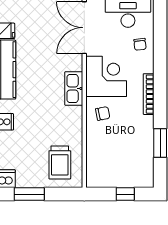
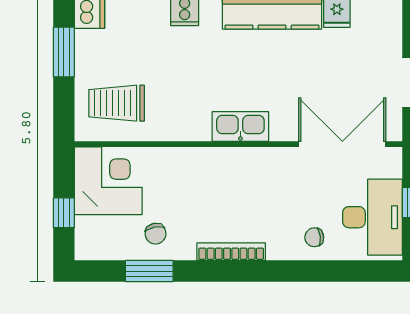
corner desk: (106, 76) -> (108, 181), moved, turned -90
chair: (103, 113) -> (156, 234), moved

